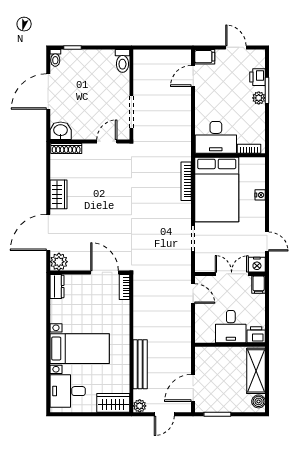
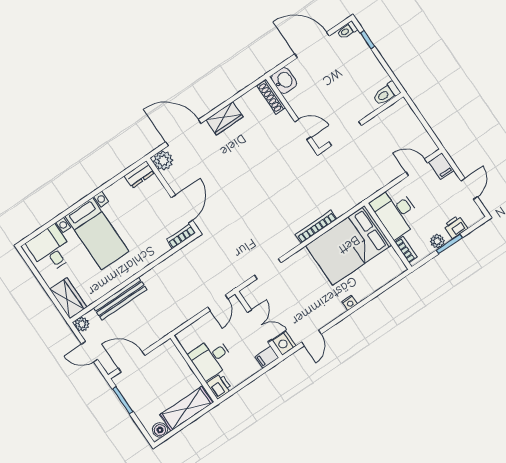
desk: (216, 137) -> (396, 212), moved
bookcase: (249, 149) -> (406, 250), moved
wall: (230, 155) -> (388, 236), moved
bed: (217, 189) -> (349, 245), moved

